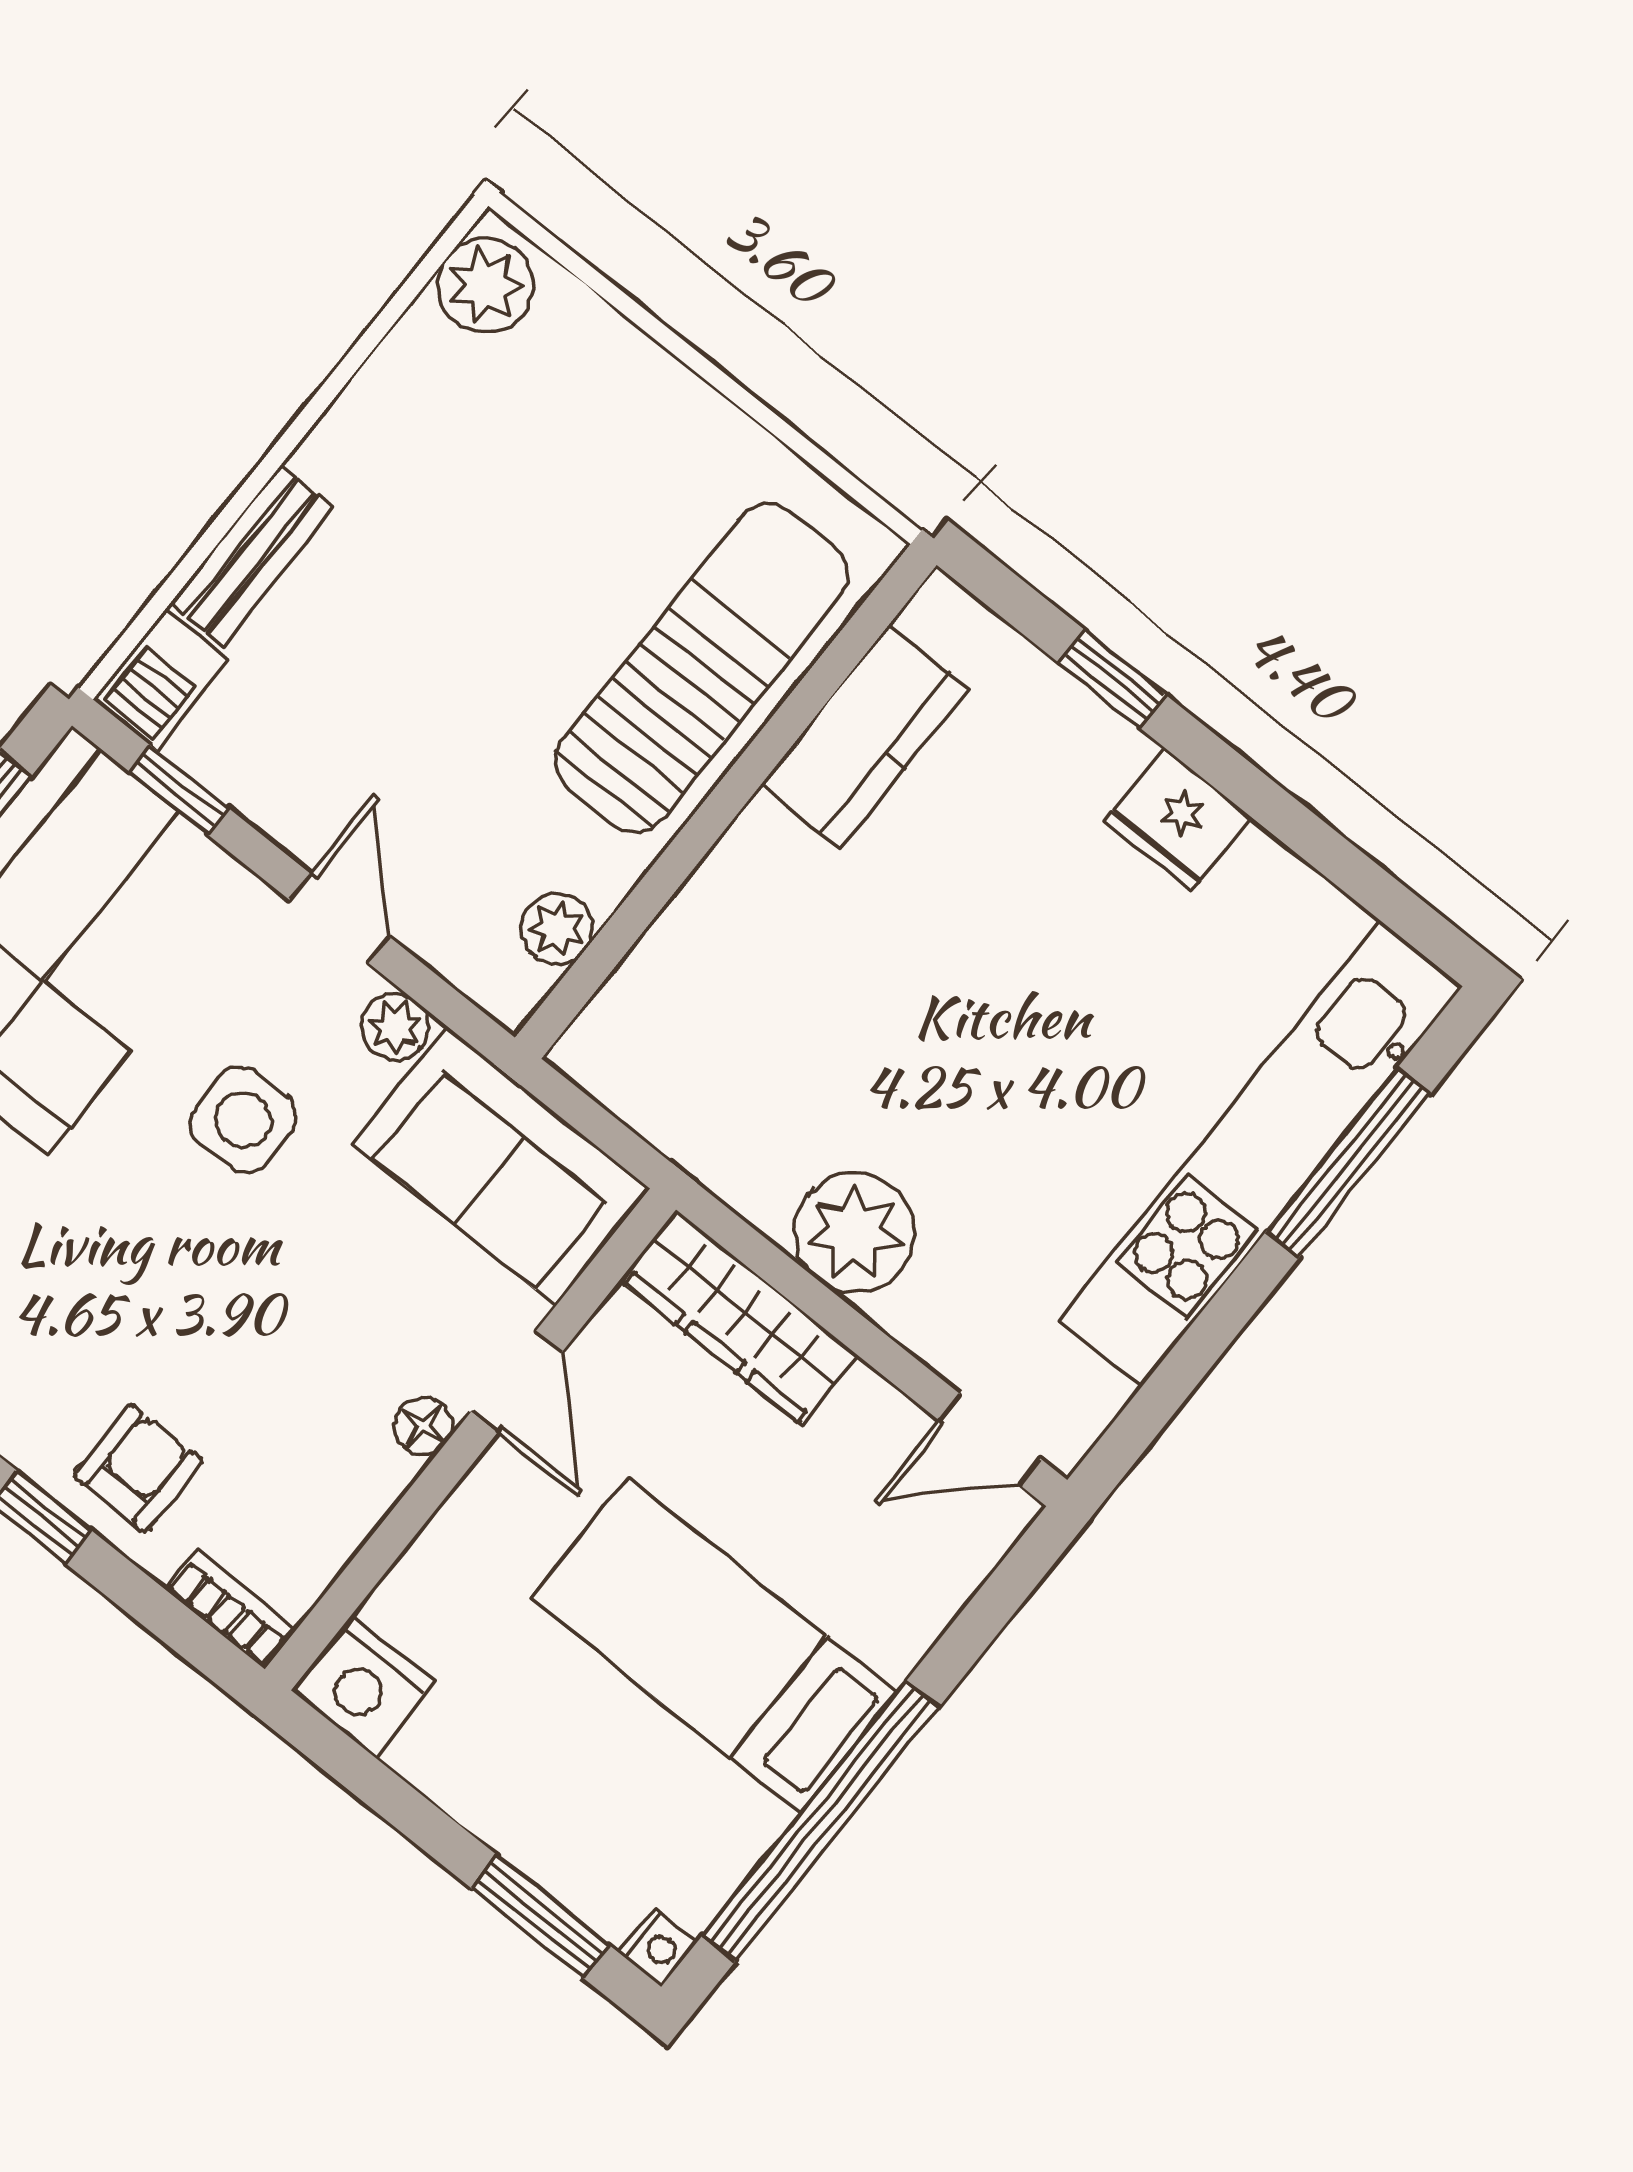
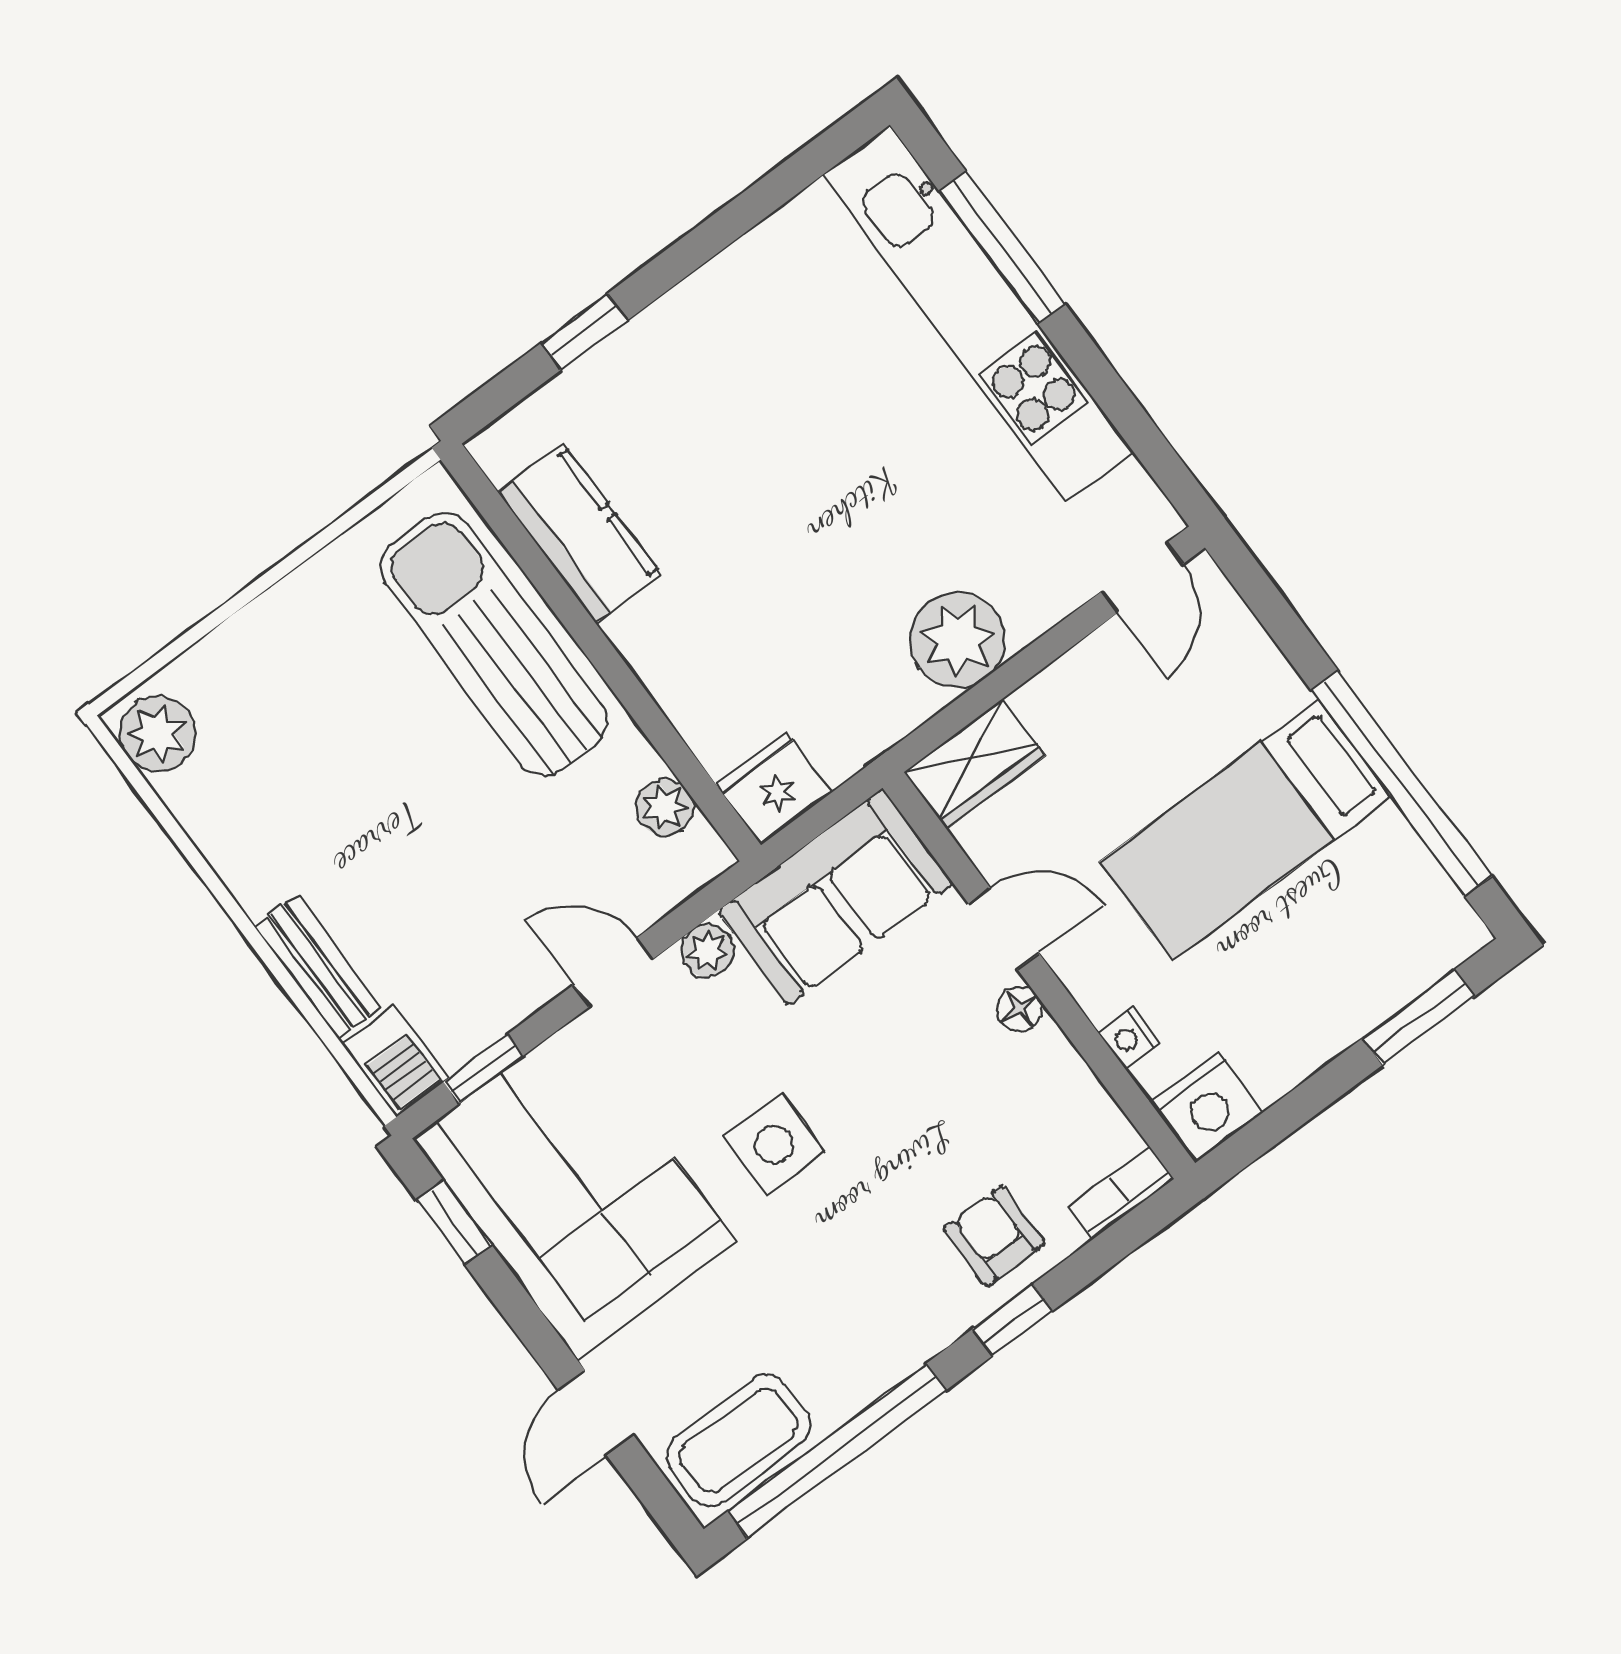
fridge: (1178, 819) -> (774, 789), moved, turned 180
side table: (243, 1120) -> (774, 1144), moved
wardrobe: (739, 1318) -> (975, 764), width x0.67
nightstand: (658, 1947) -> (1129, 1038), moved, turned 180

